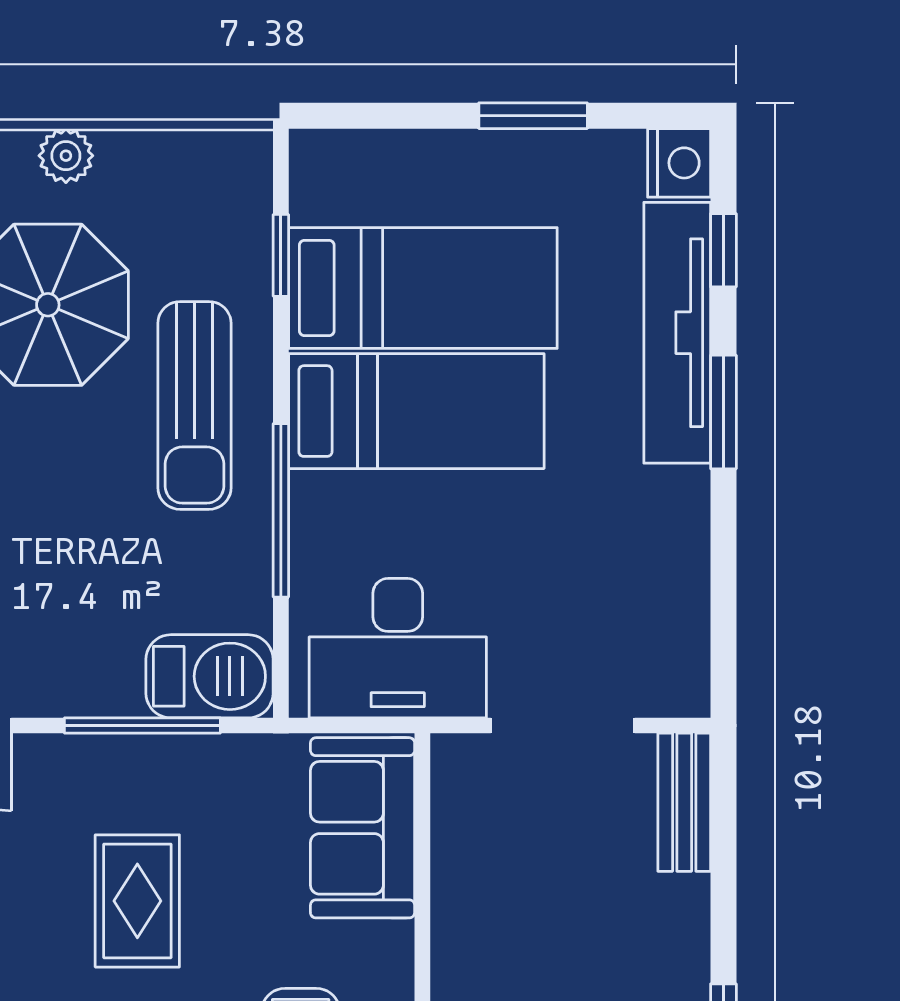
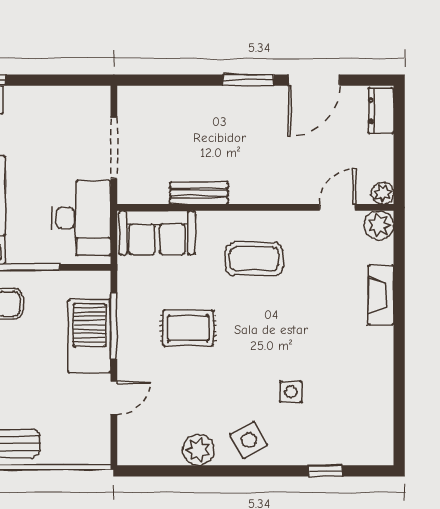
barbecue: (209, 676) -> (89, 336), moved, width x1.37, depth x1.21
bench: (684, 802) -> (199, 193), moved

